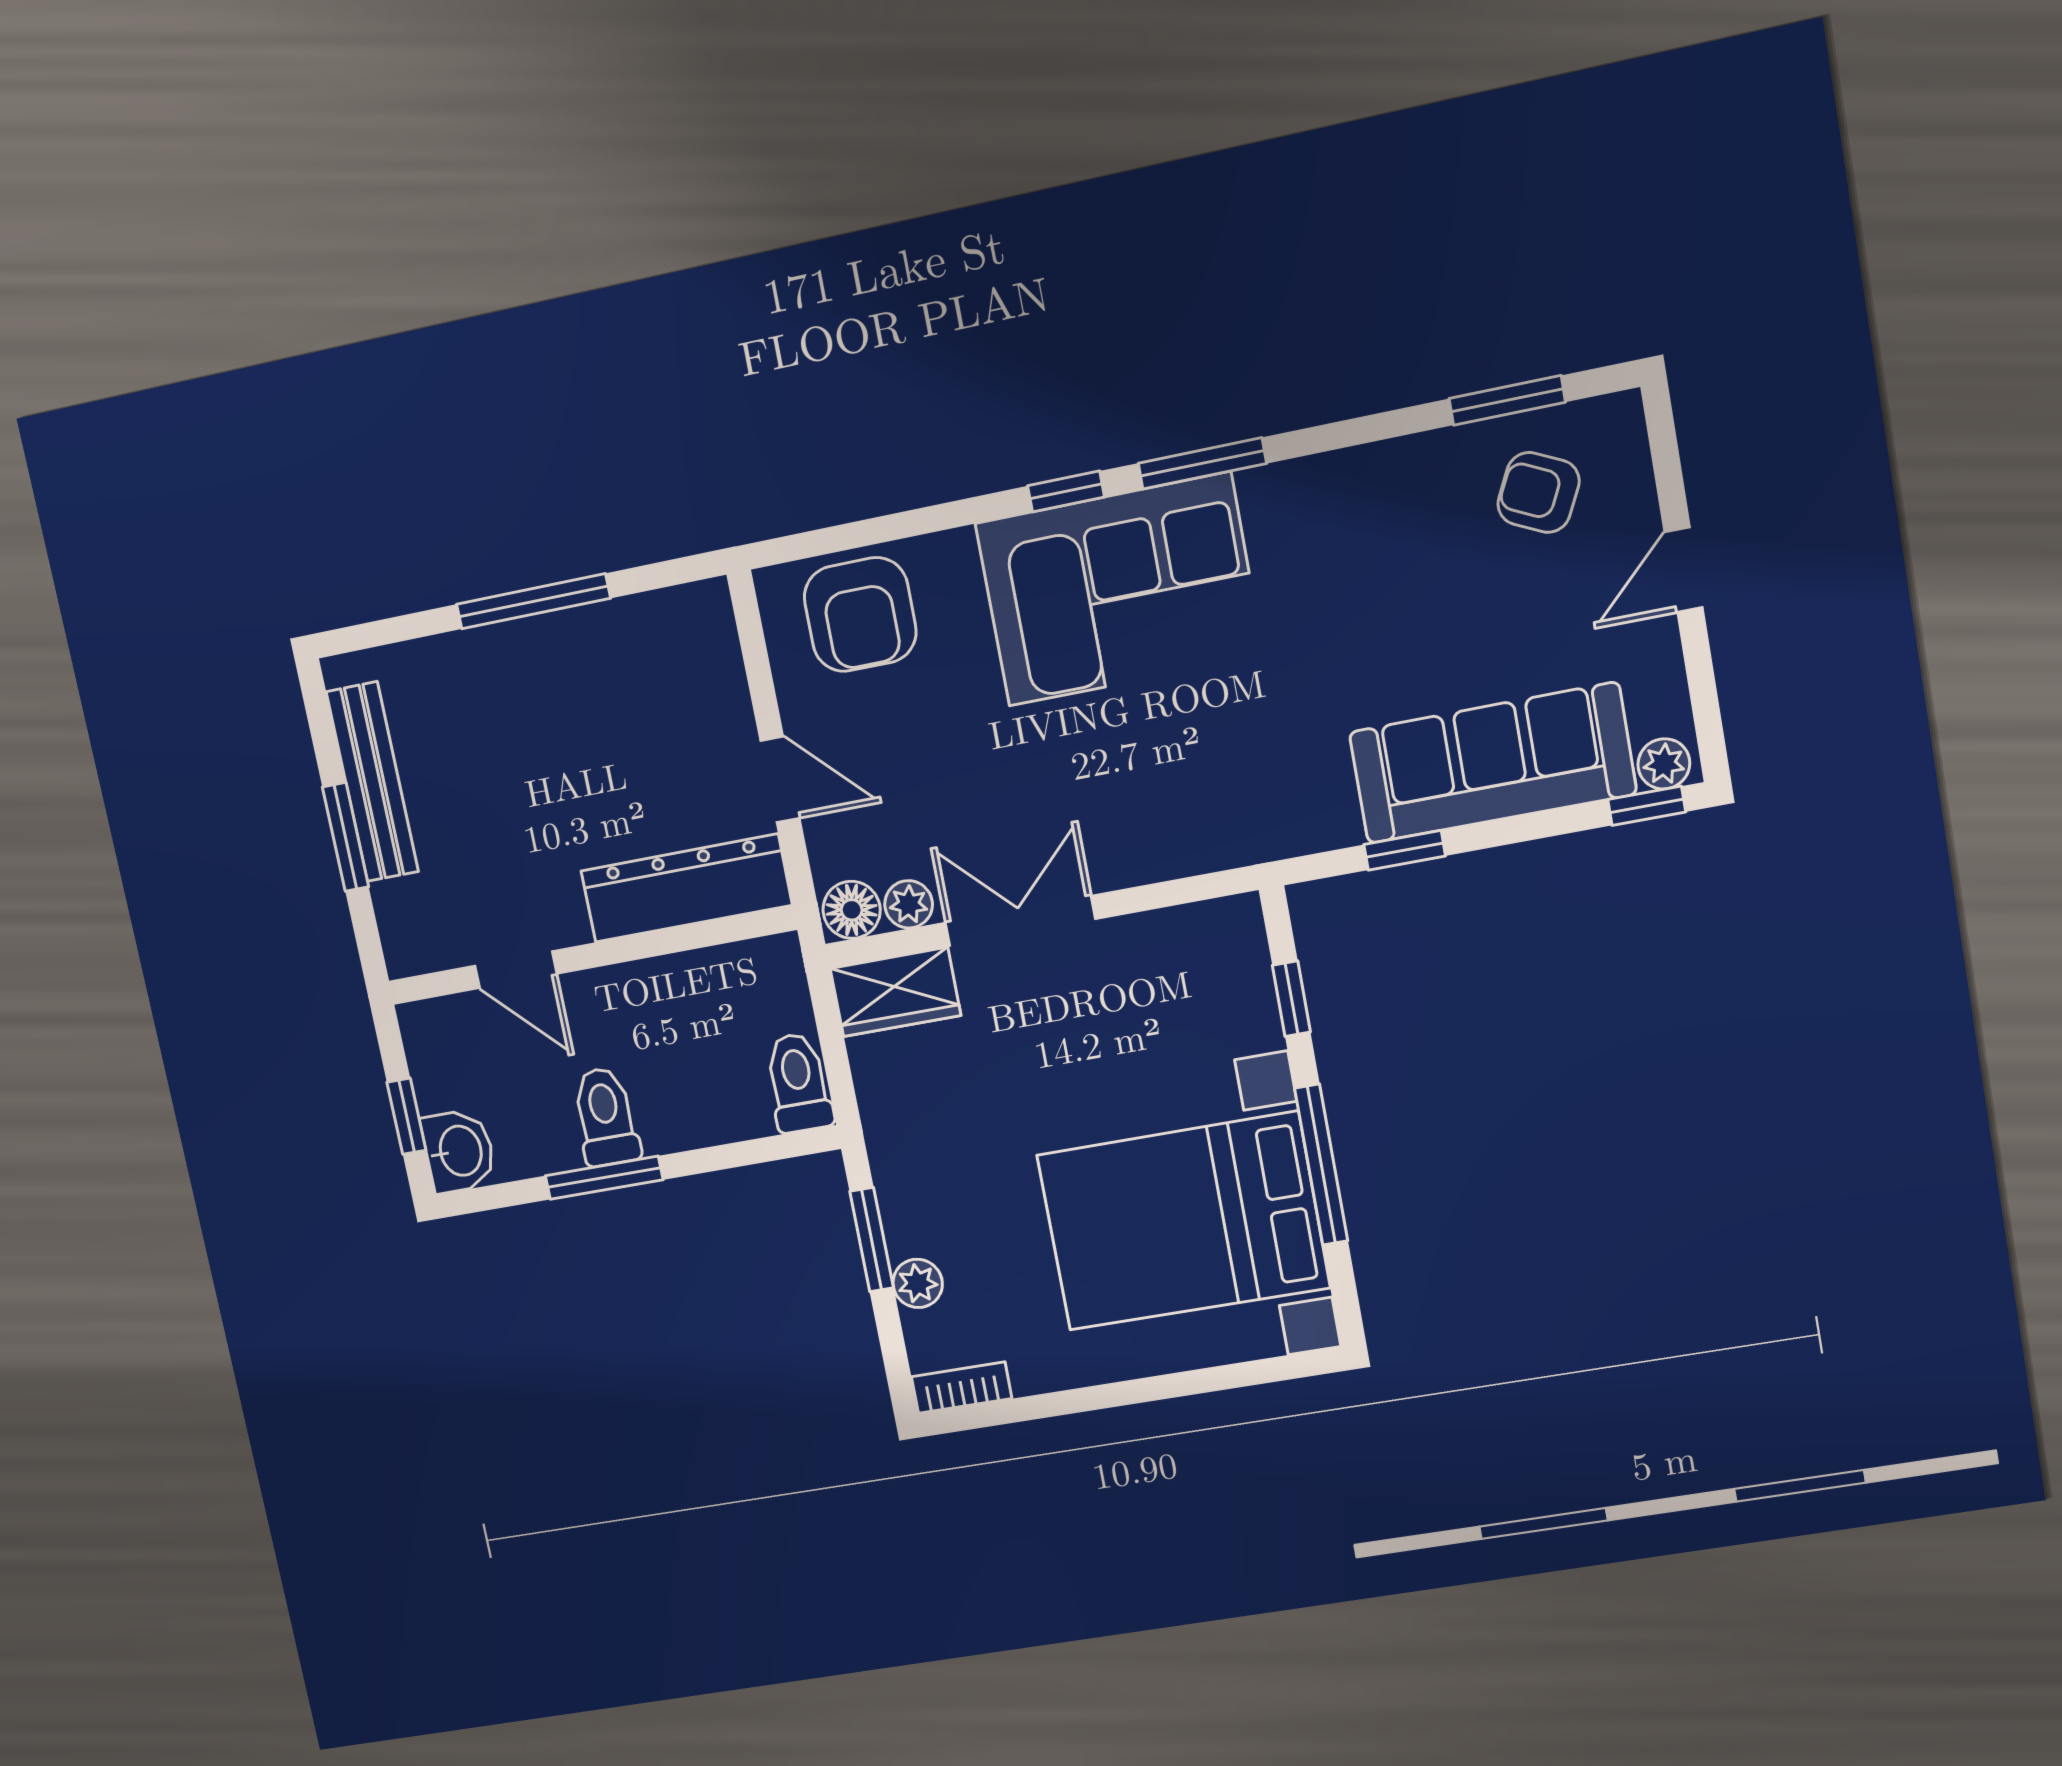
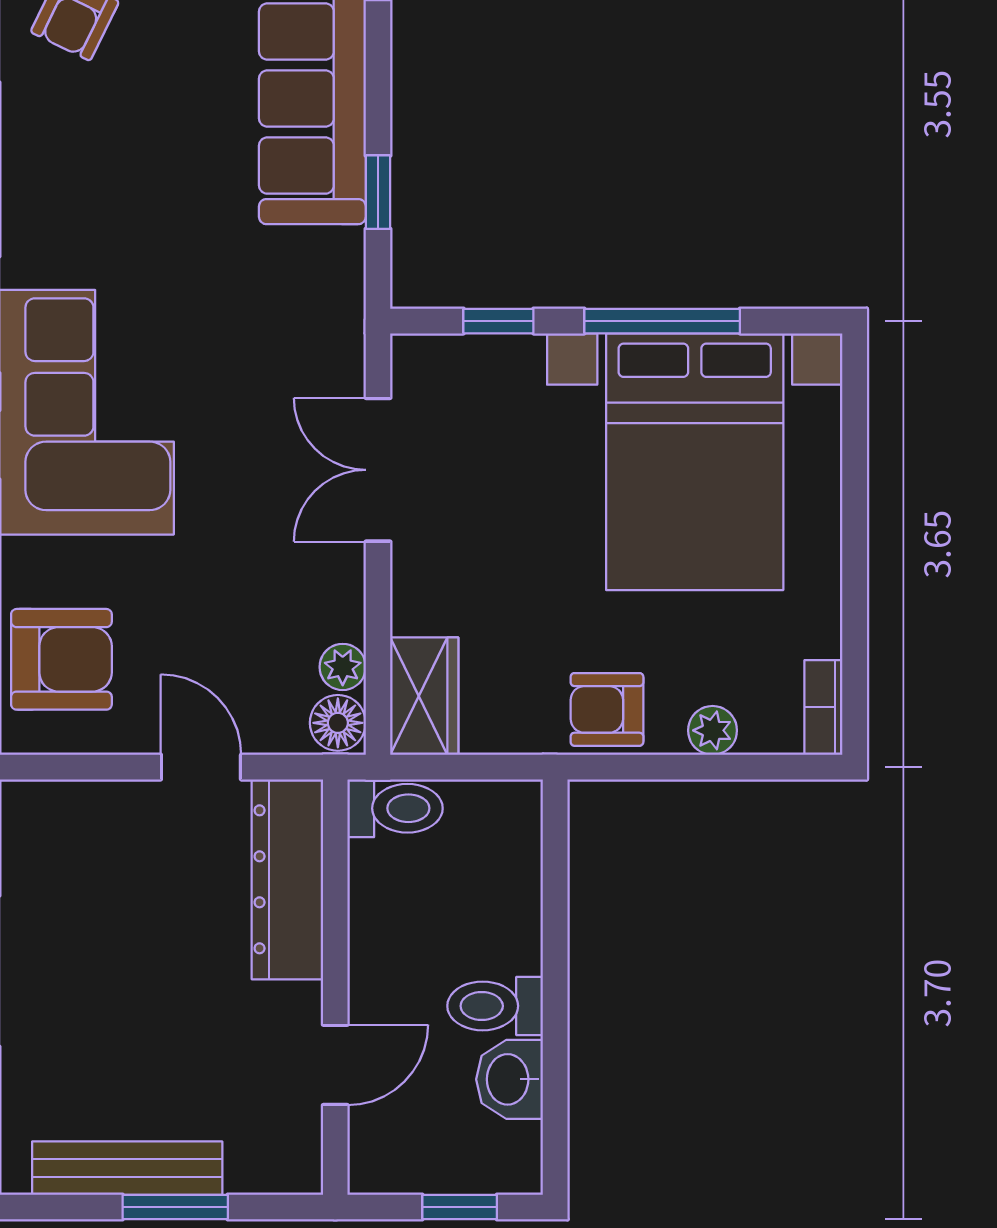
door: (780, 779) -> (201, 767), hinge flipped
double door: (1020, 921) -> (378, 470), moved
toilet: (798, 1083) -> (395, 808), moved, turned 180
washbasin: (459, 1151) -> (510, 1079), moved, turned -90
armchair: (918, 1176) -> (607, 709), added
window: (604, 1178) -> (555, 1020), removed
window: (872, 1240) -> (662, 767), removed

